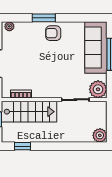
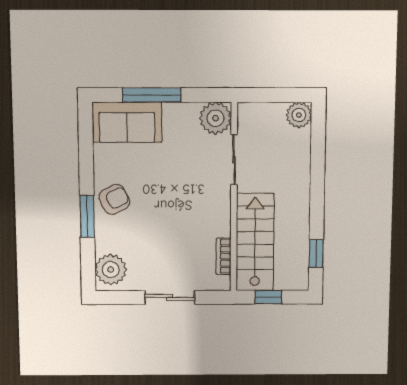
plant: (9, 26) -> (111, 270), width x1.88, depth x1.88
armchair: (53, 33) -> (114, 199), turned -116
sofa: (96, 48) -> (127, 122), width x0.73

